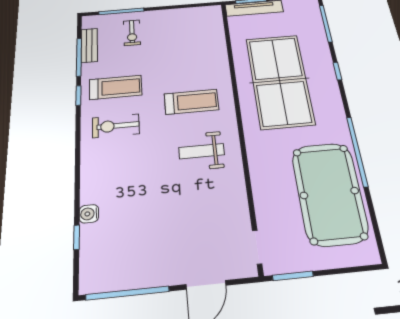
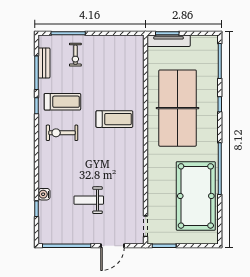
weight bench: (202, 151) -> (89, 200), moved

